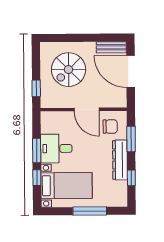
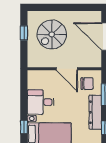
bench: (111, 47) -> (88, 16), removed
window: (36, 88) -> (24, 33), moved
window: (37, 150) -> (24, 104), removed

